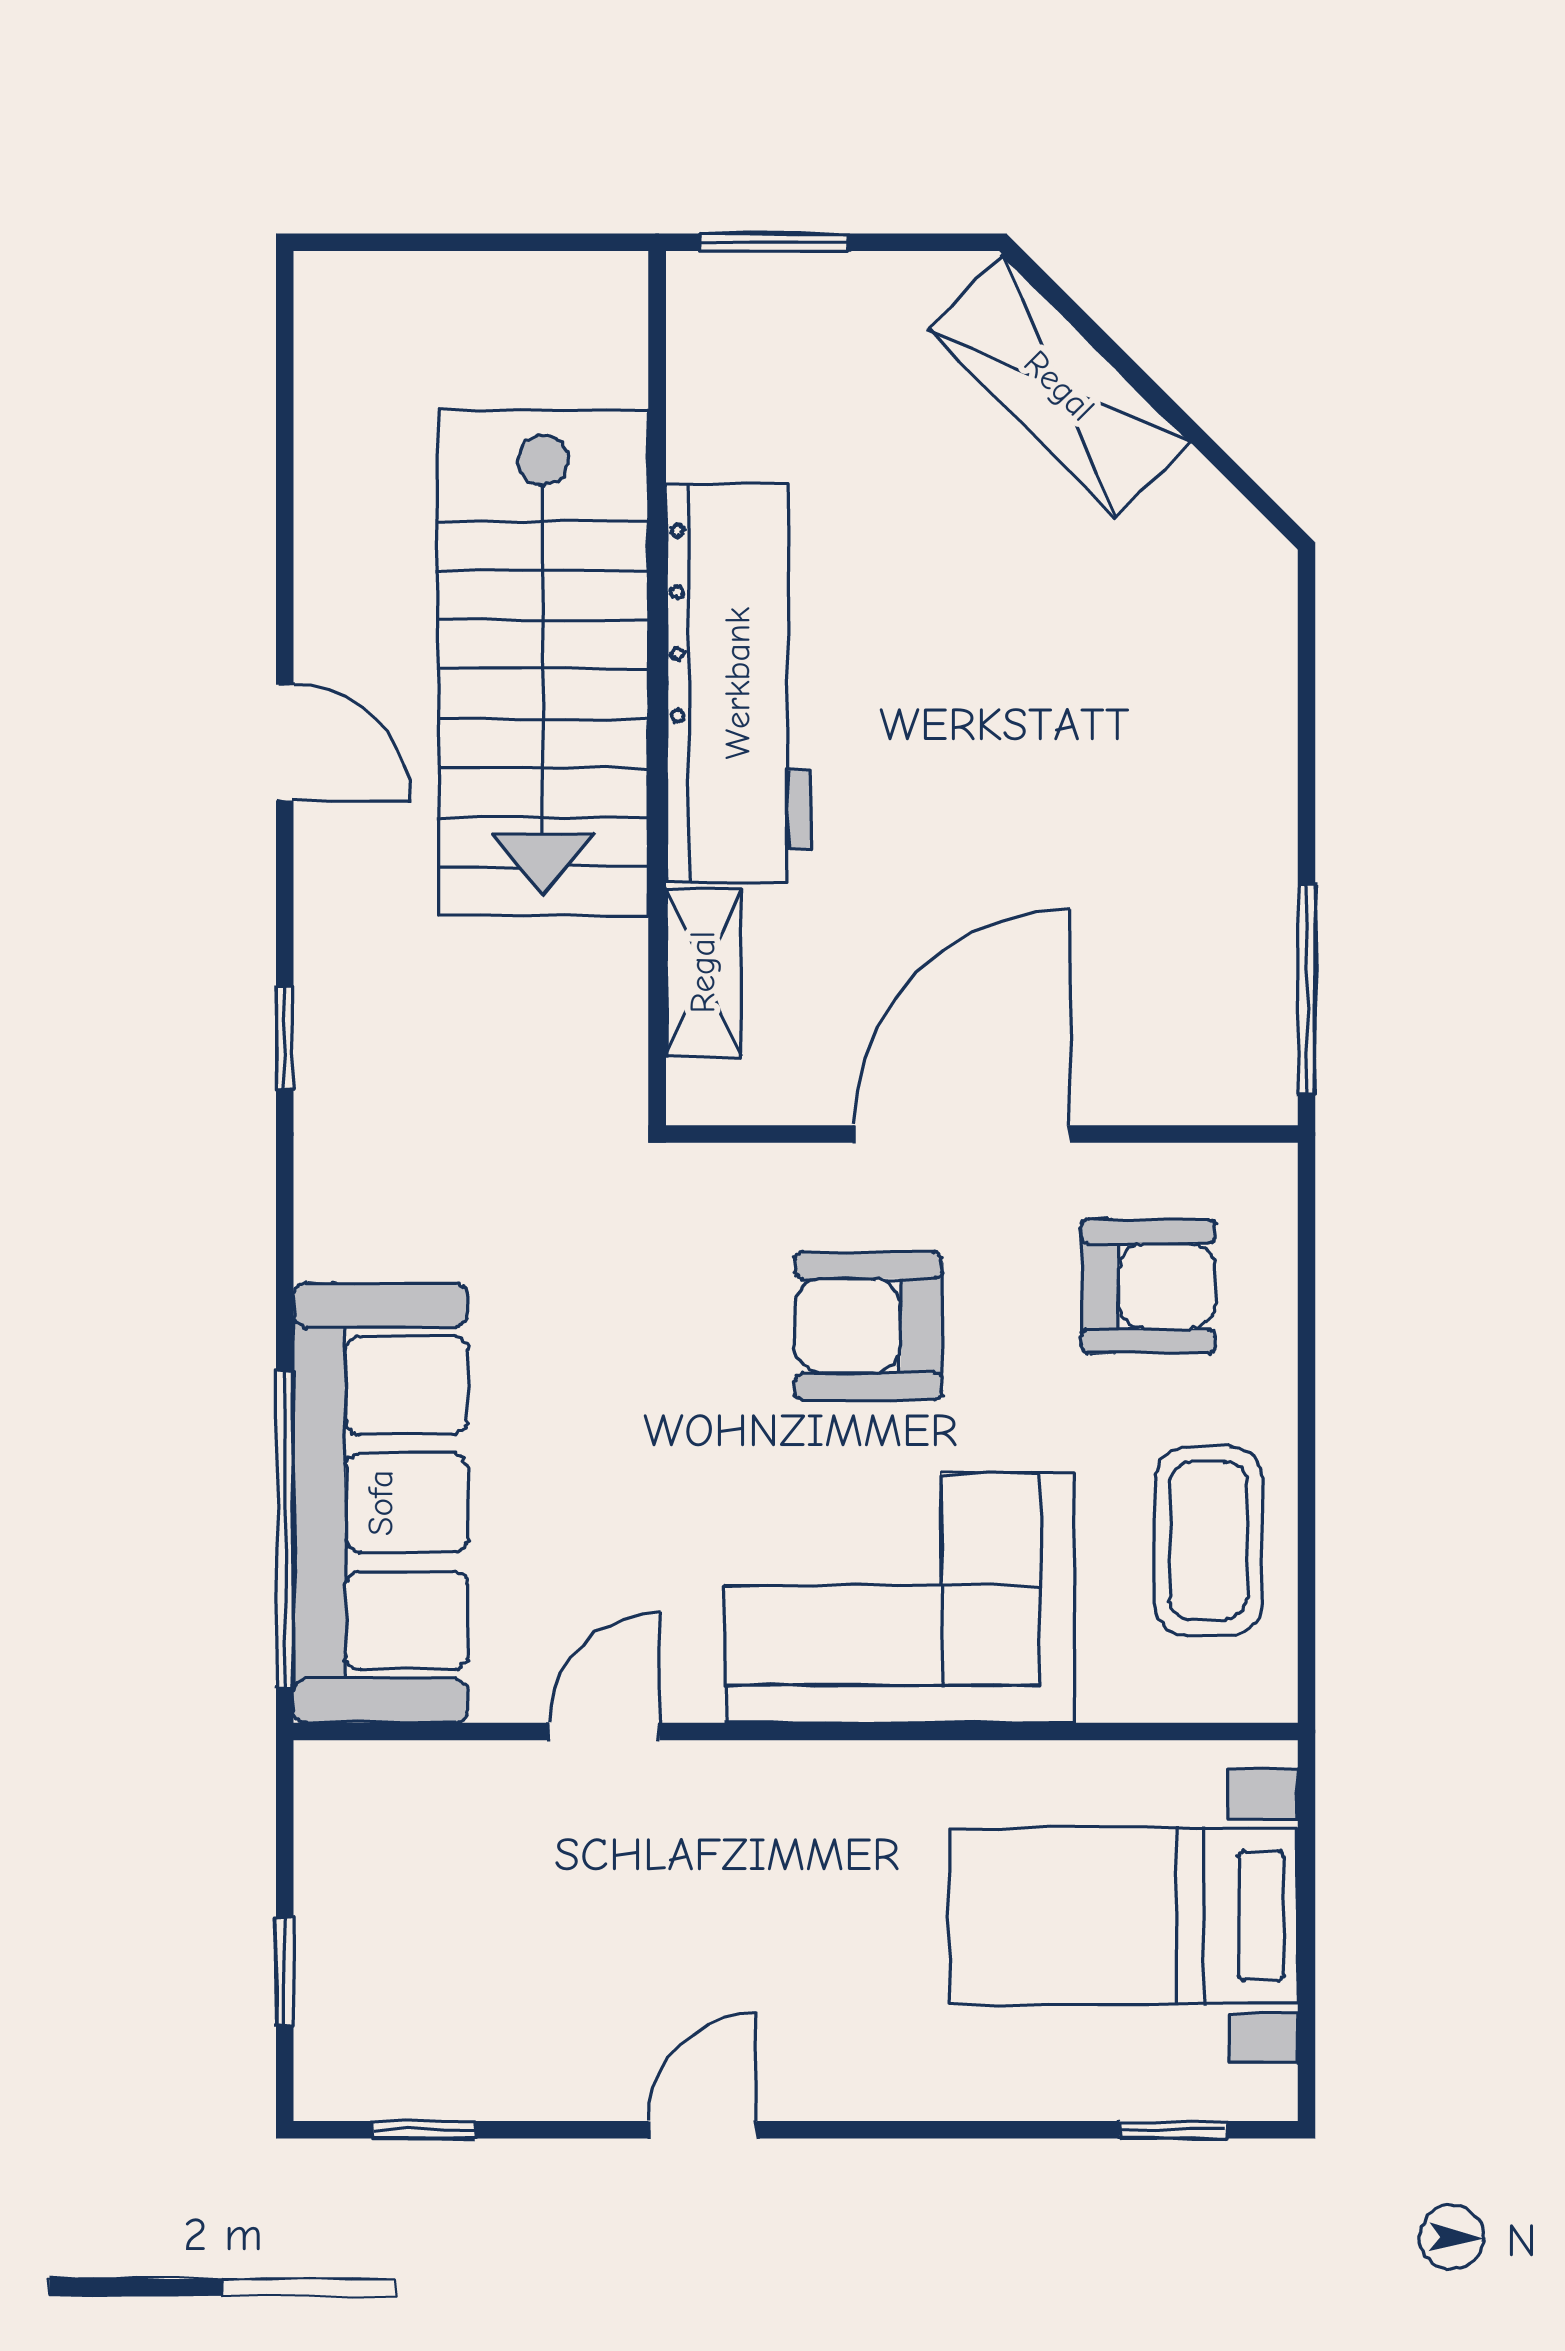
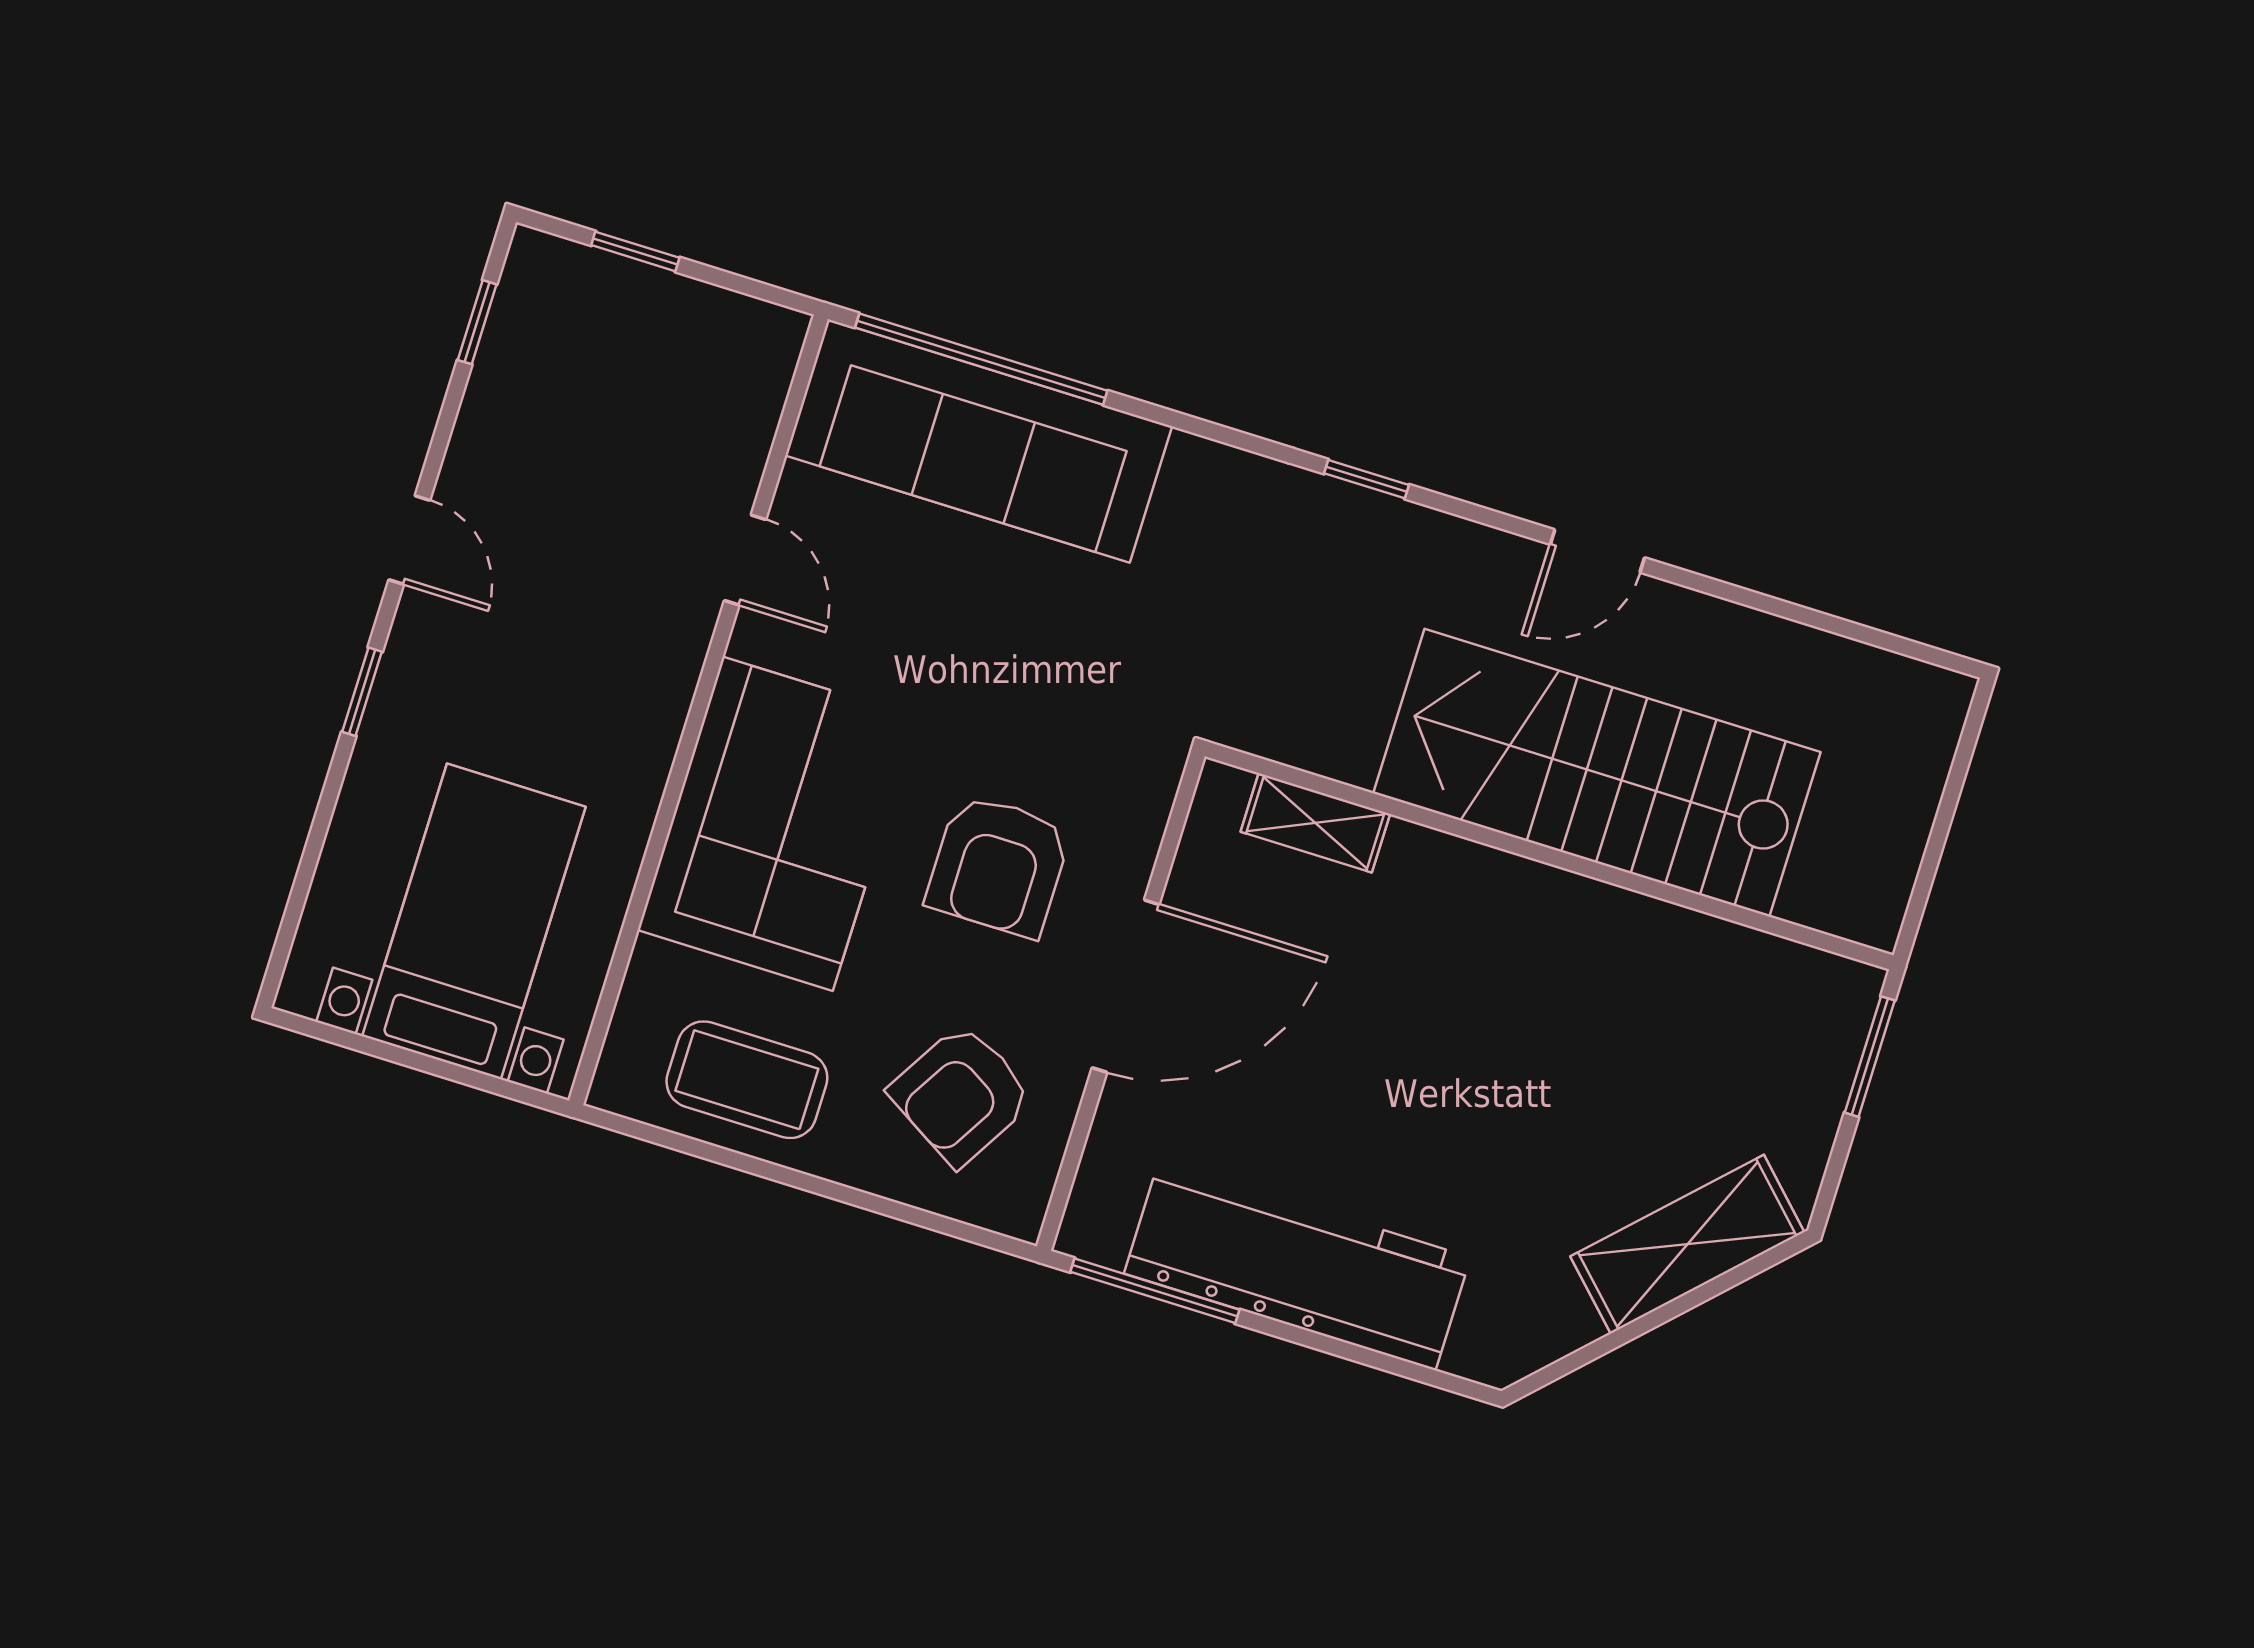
workbench: (738, 683) -> (1297, 1265), moved, turned 180
door: (962, 1134) -> (1126, 986), hinge flipped
armchair: (1148, 1286) -> (961, 1095), turned 31
armchair: (868, 1326) -> (998, 866), turned 180
window: (1173, 2130) -> (362, 692), moved

